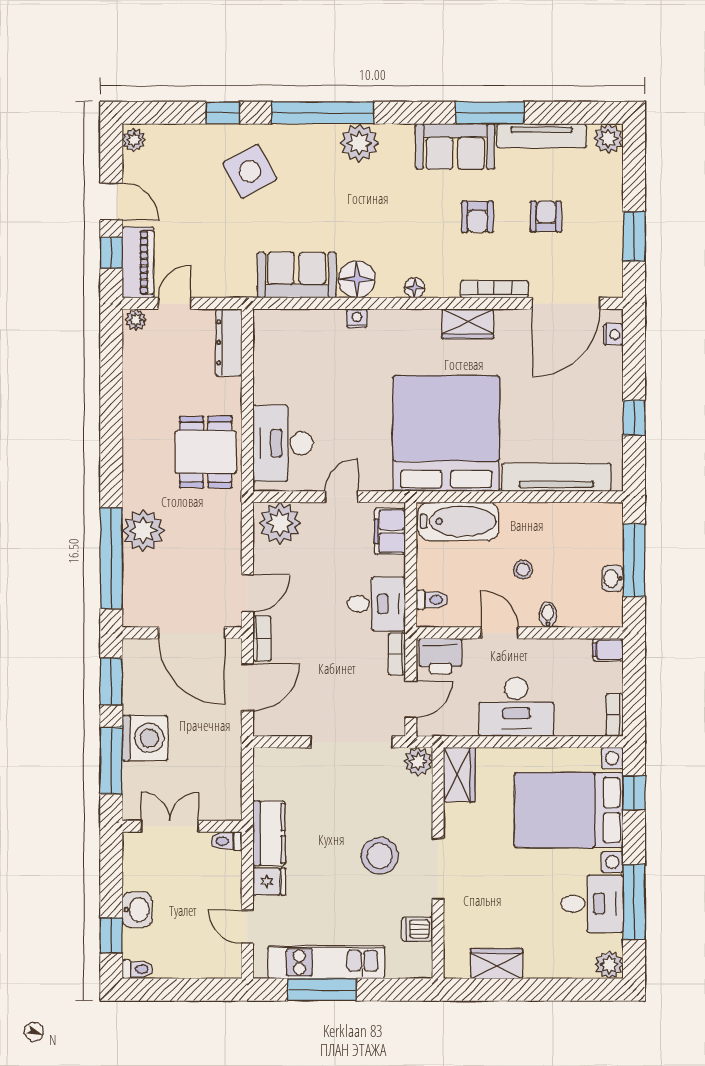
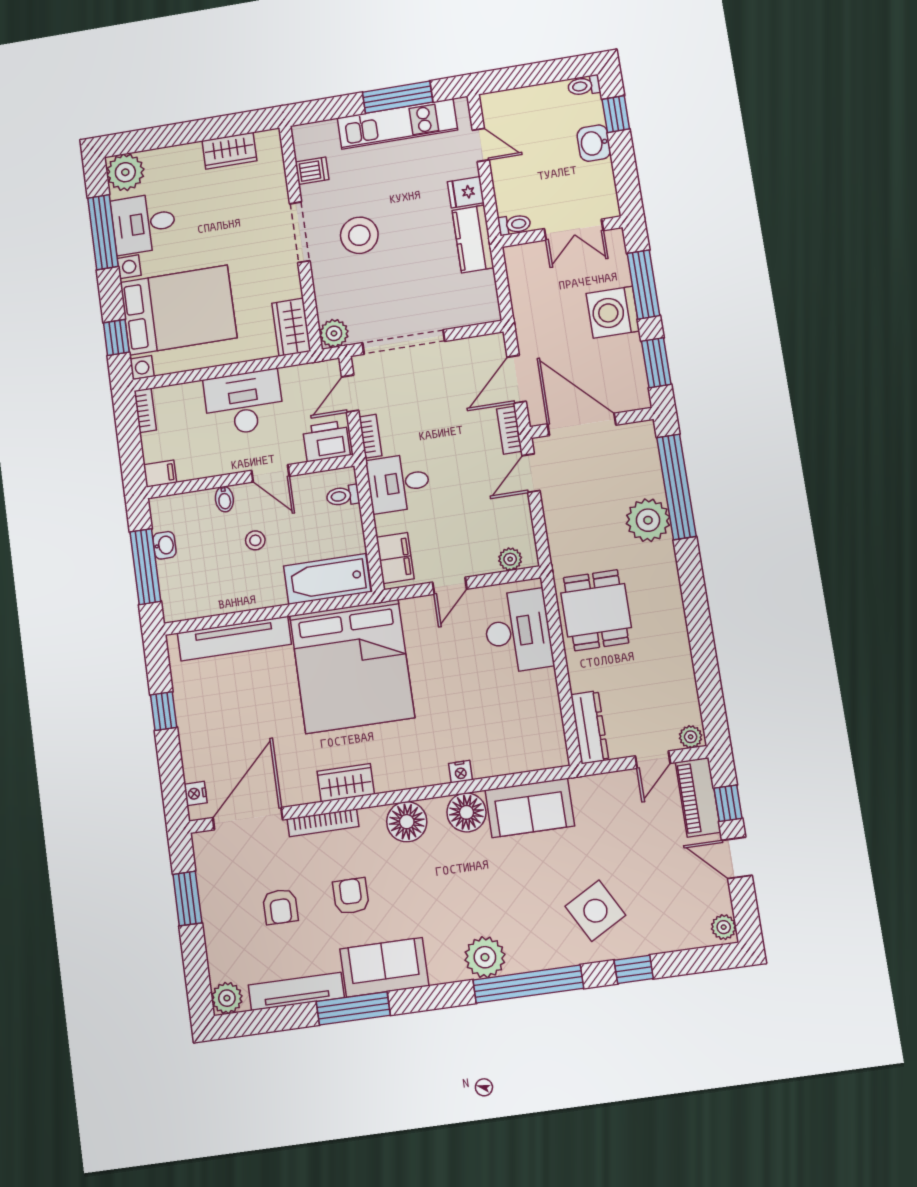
floor lamp: (415, 288) -> (407, 822), width x1.89, depth x1.89
plant: (280, 523) -> (510, 559), width x0.53, depth x0.53
plant: (609, 965) -> (125, 172), width x1.36, depth x1.36

